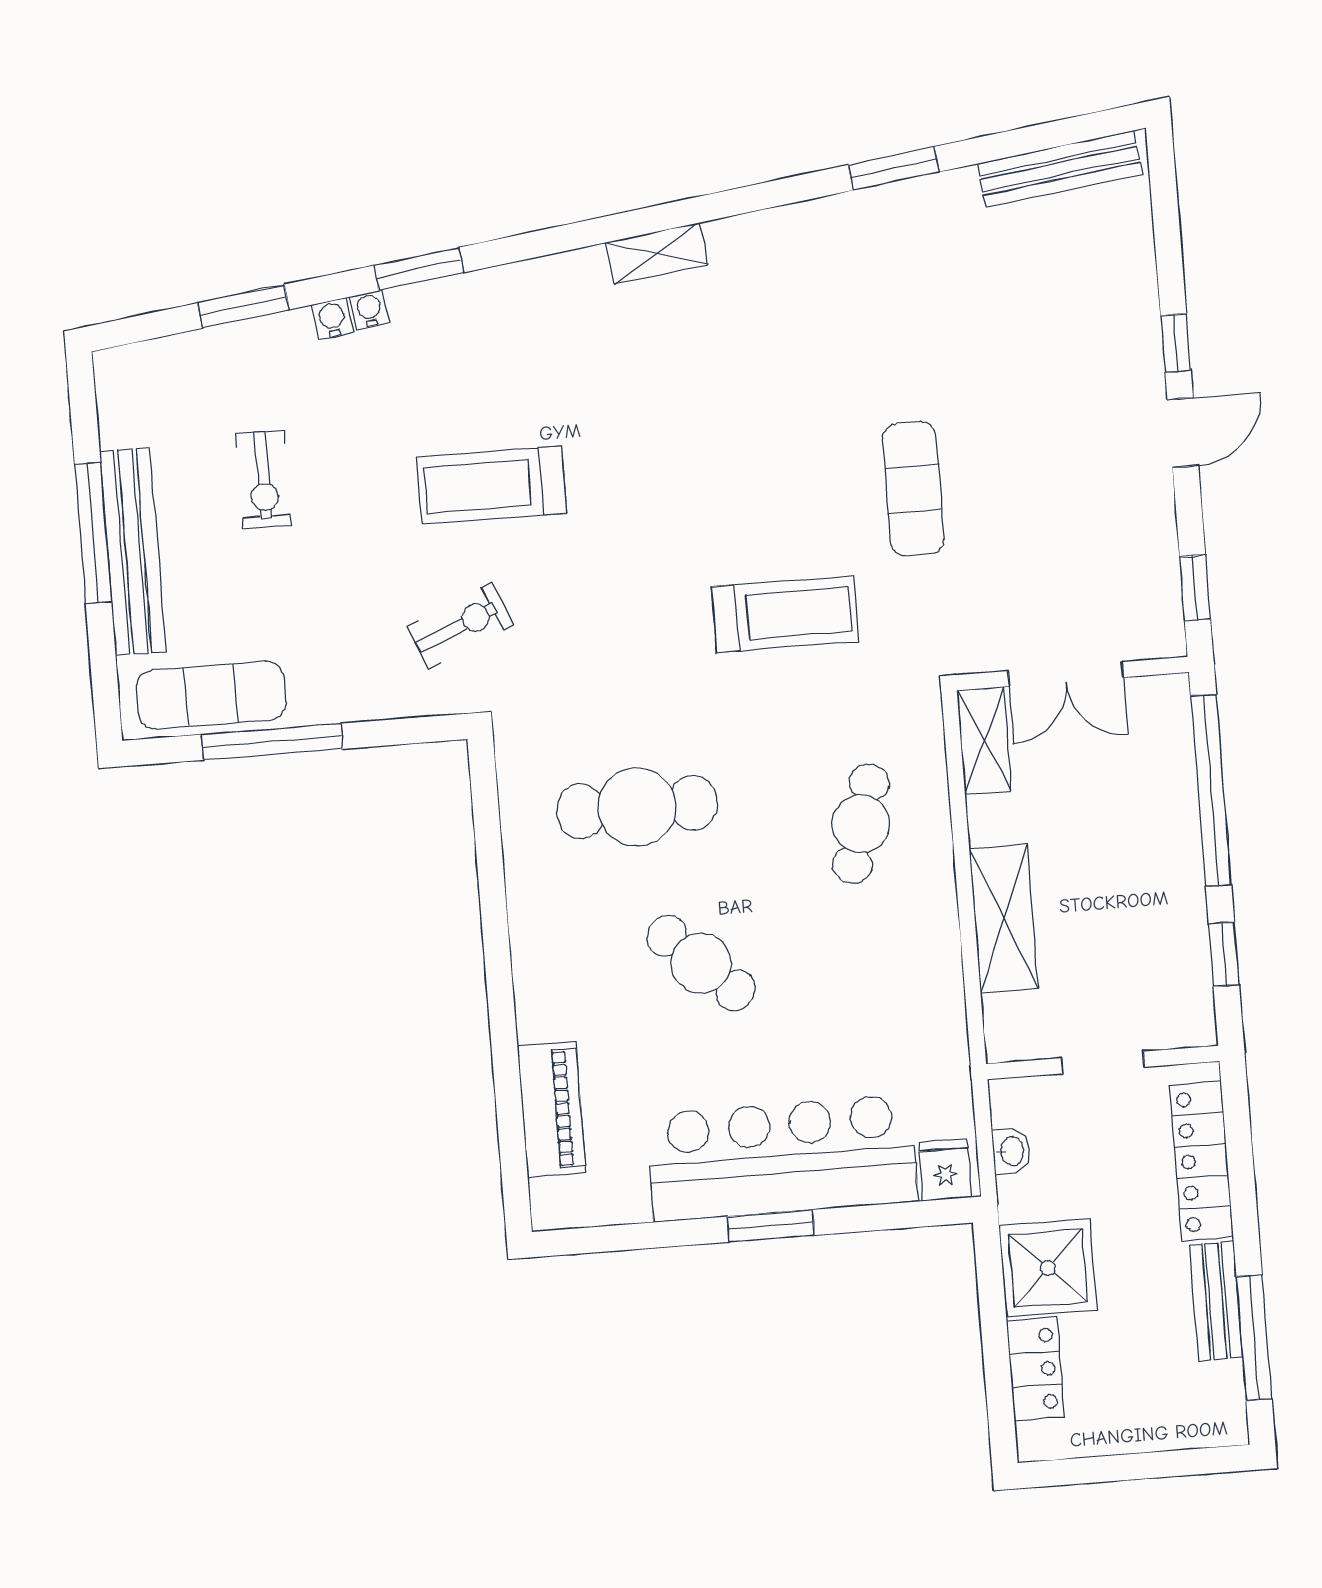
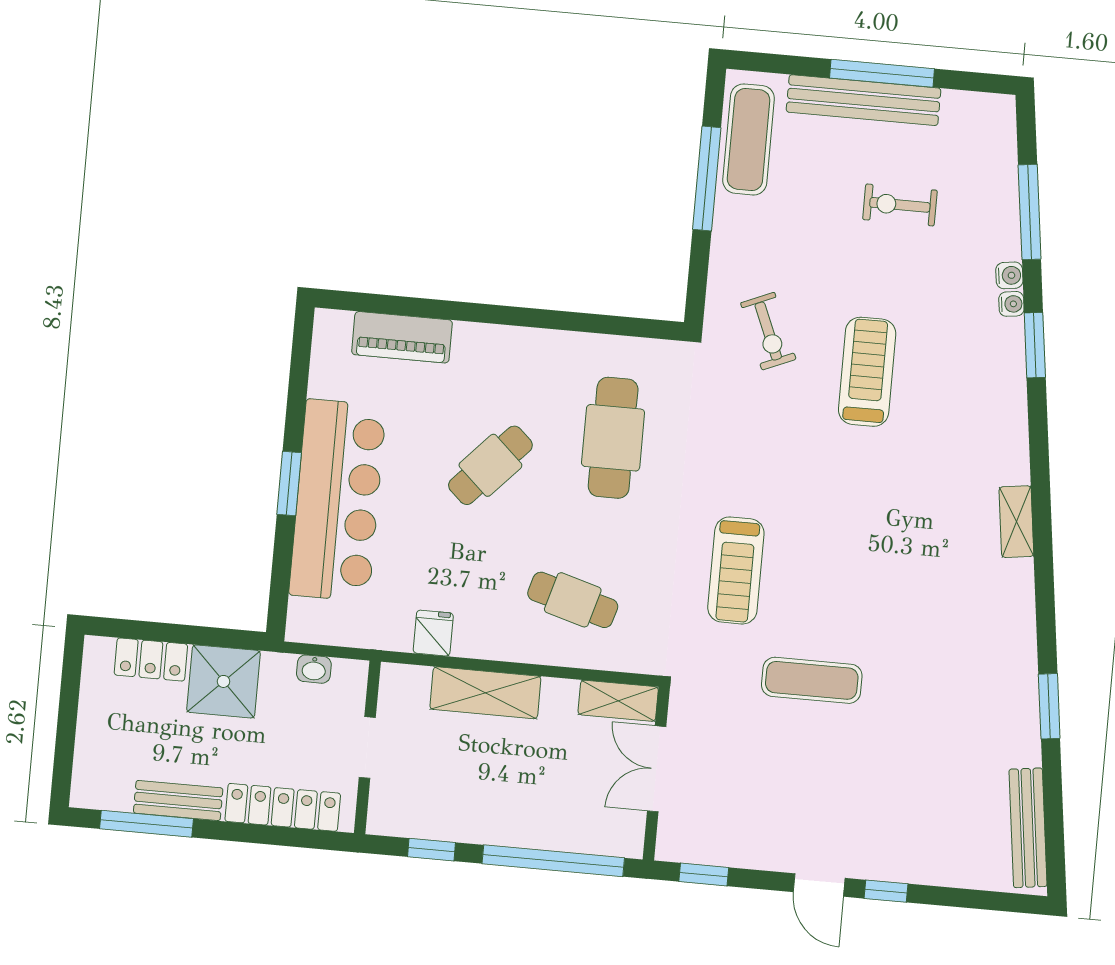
window: (243, 306) -> (1030, 212), width x1.44
fridge: (945, 1170) -> (433, 633), moved, turned -90

